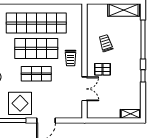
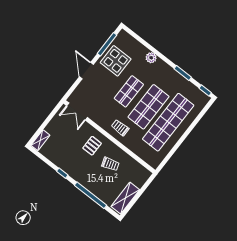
double door: (85, 89) -> (77, 111), moved

